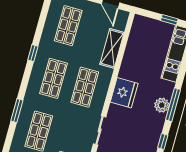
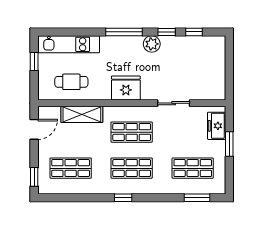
cafe table: (143, 47) -> (71, 82), added
window: (33, 53) -> (123, 198), moved
plant: (162, 105) -> (152, 44), moved
window: (17, 111) -> (197, 198), moved

